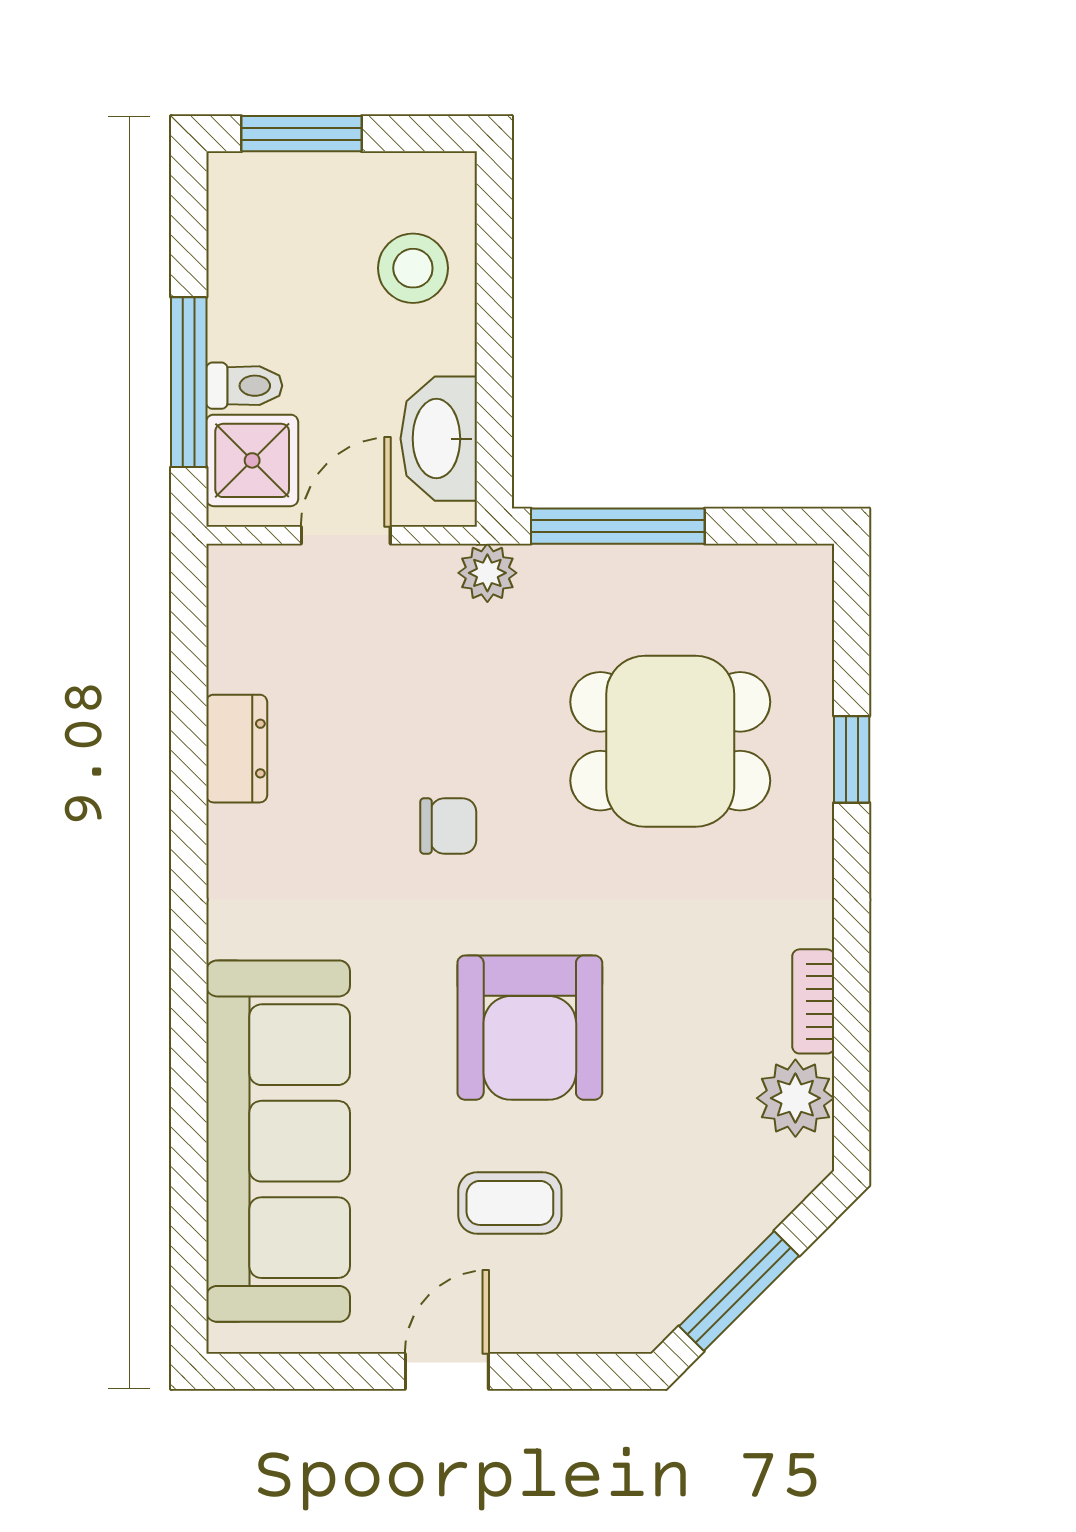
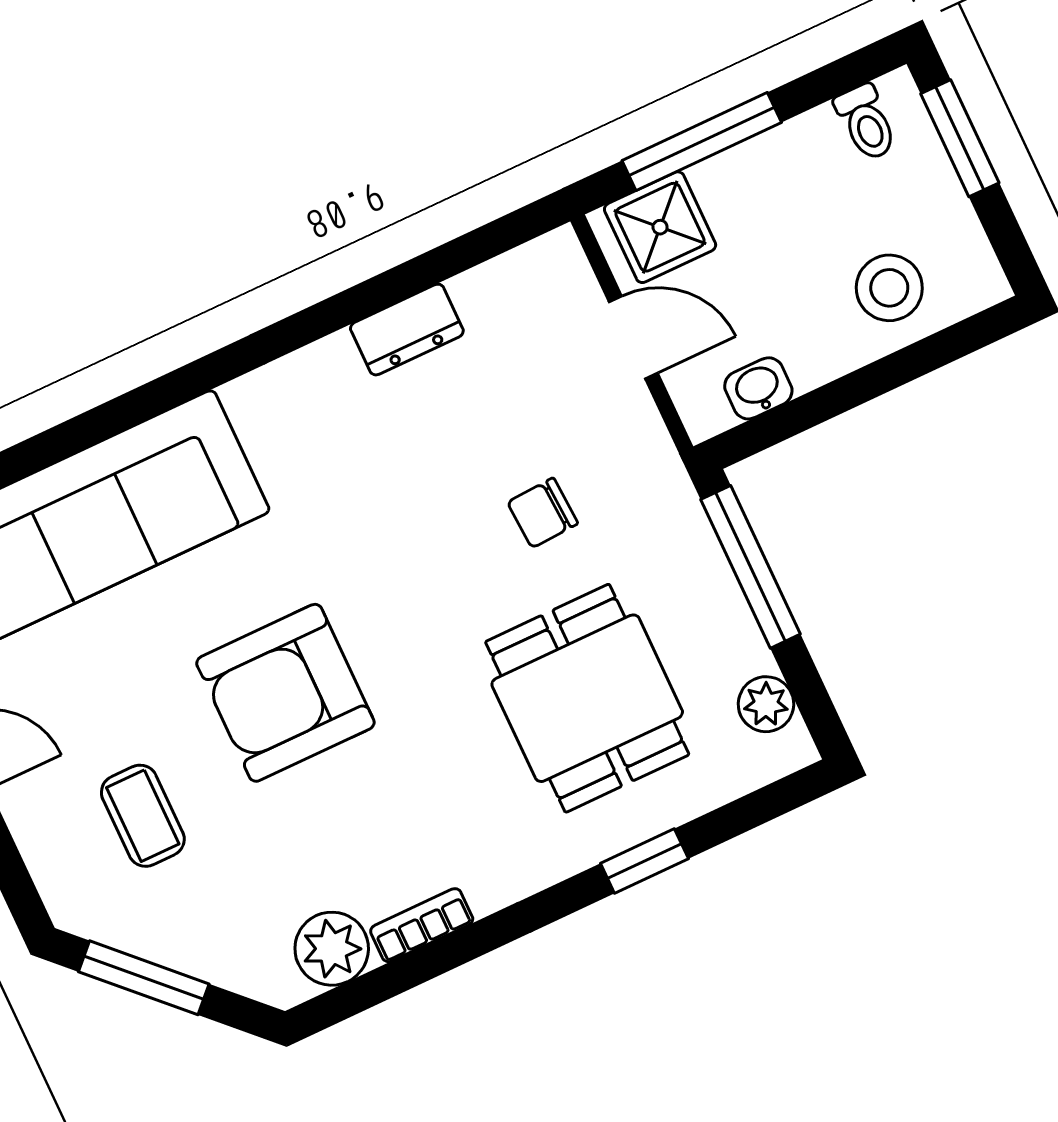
toilet: (244, 386) -> (866, 122), moved
washbasin: (439, 439) -> (758, 388), width x0.52, depth x0.69
plant: (487, 573) -> (766, 704), moved
chair: (448, 826) -> (543, 513), moved, turned 87
coffee table: (510, 1203) -> (143, 816), moved

